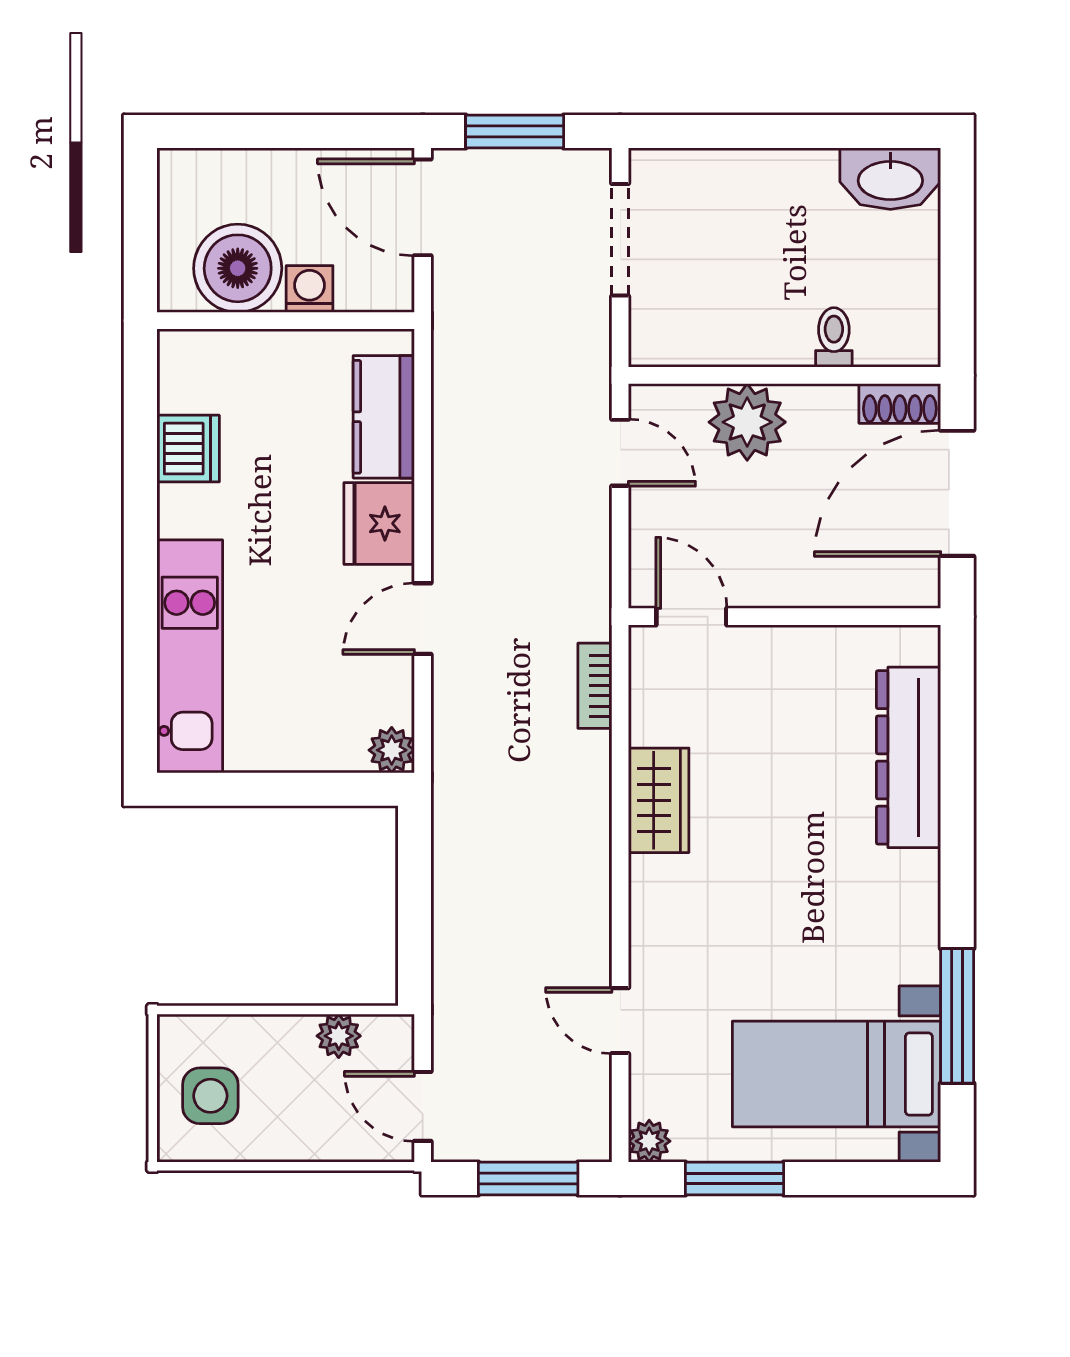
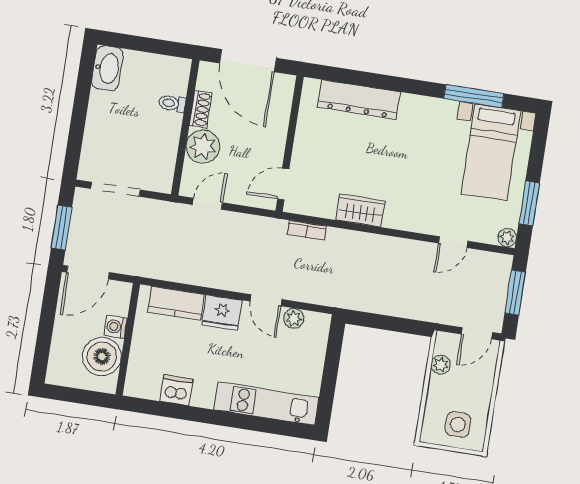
shoe rack: (900, 403) -> (201, 109), moved
plant: (392, 750) -> (294, 318), moved

